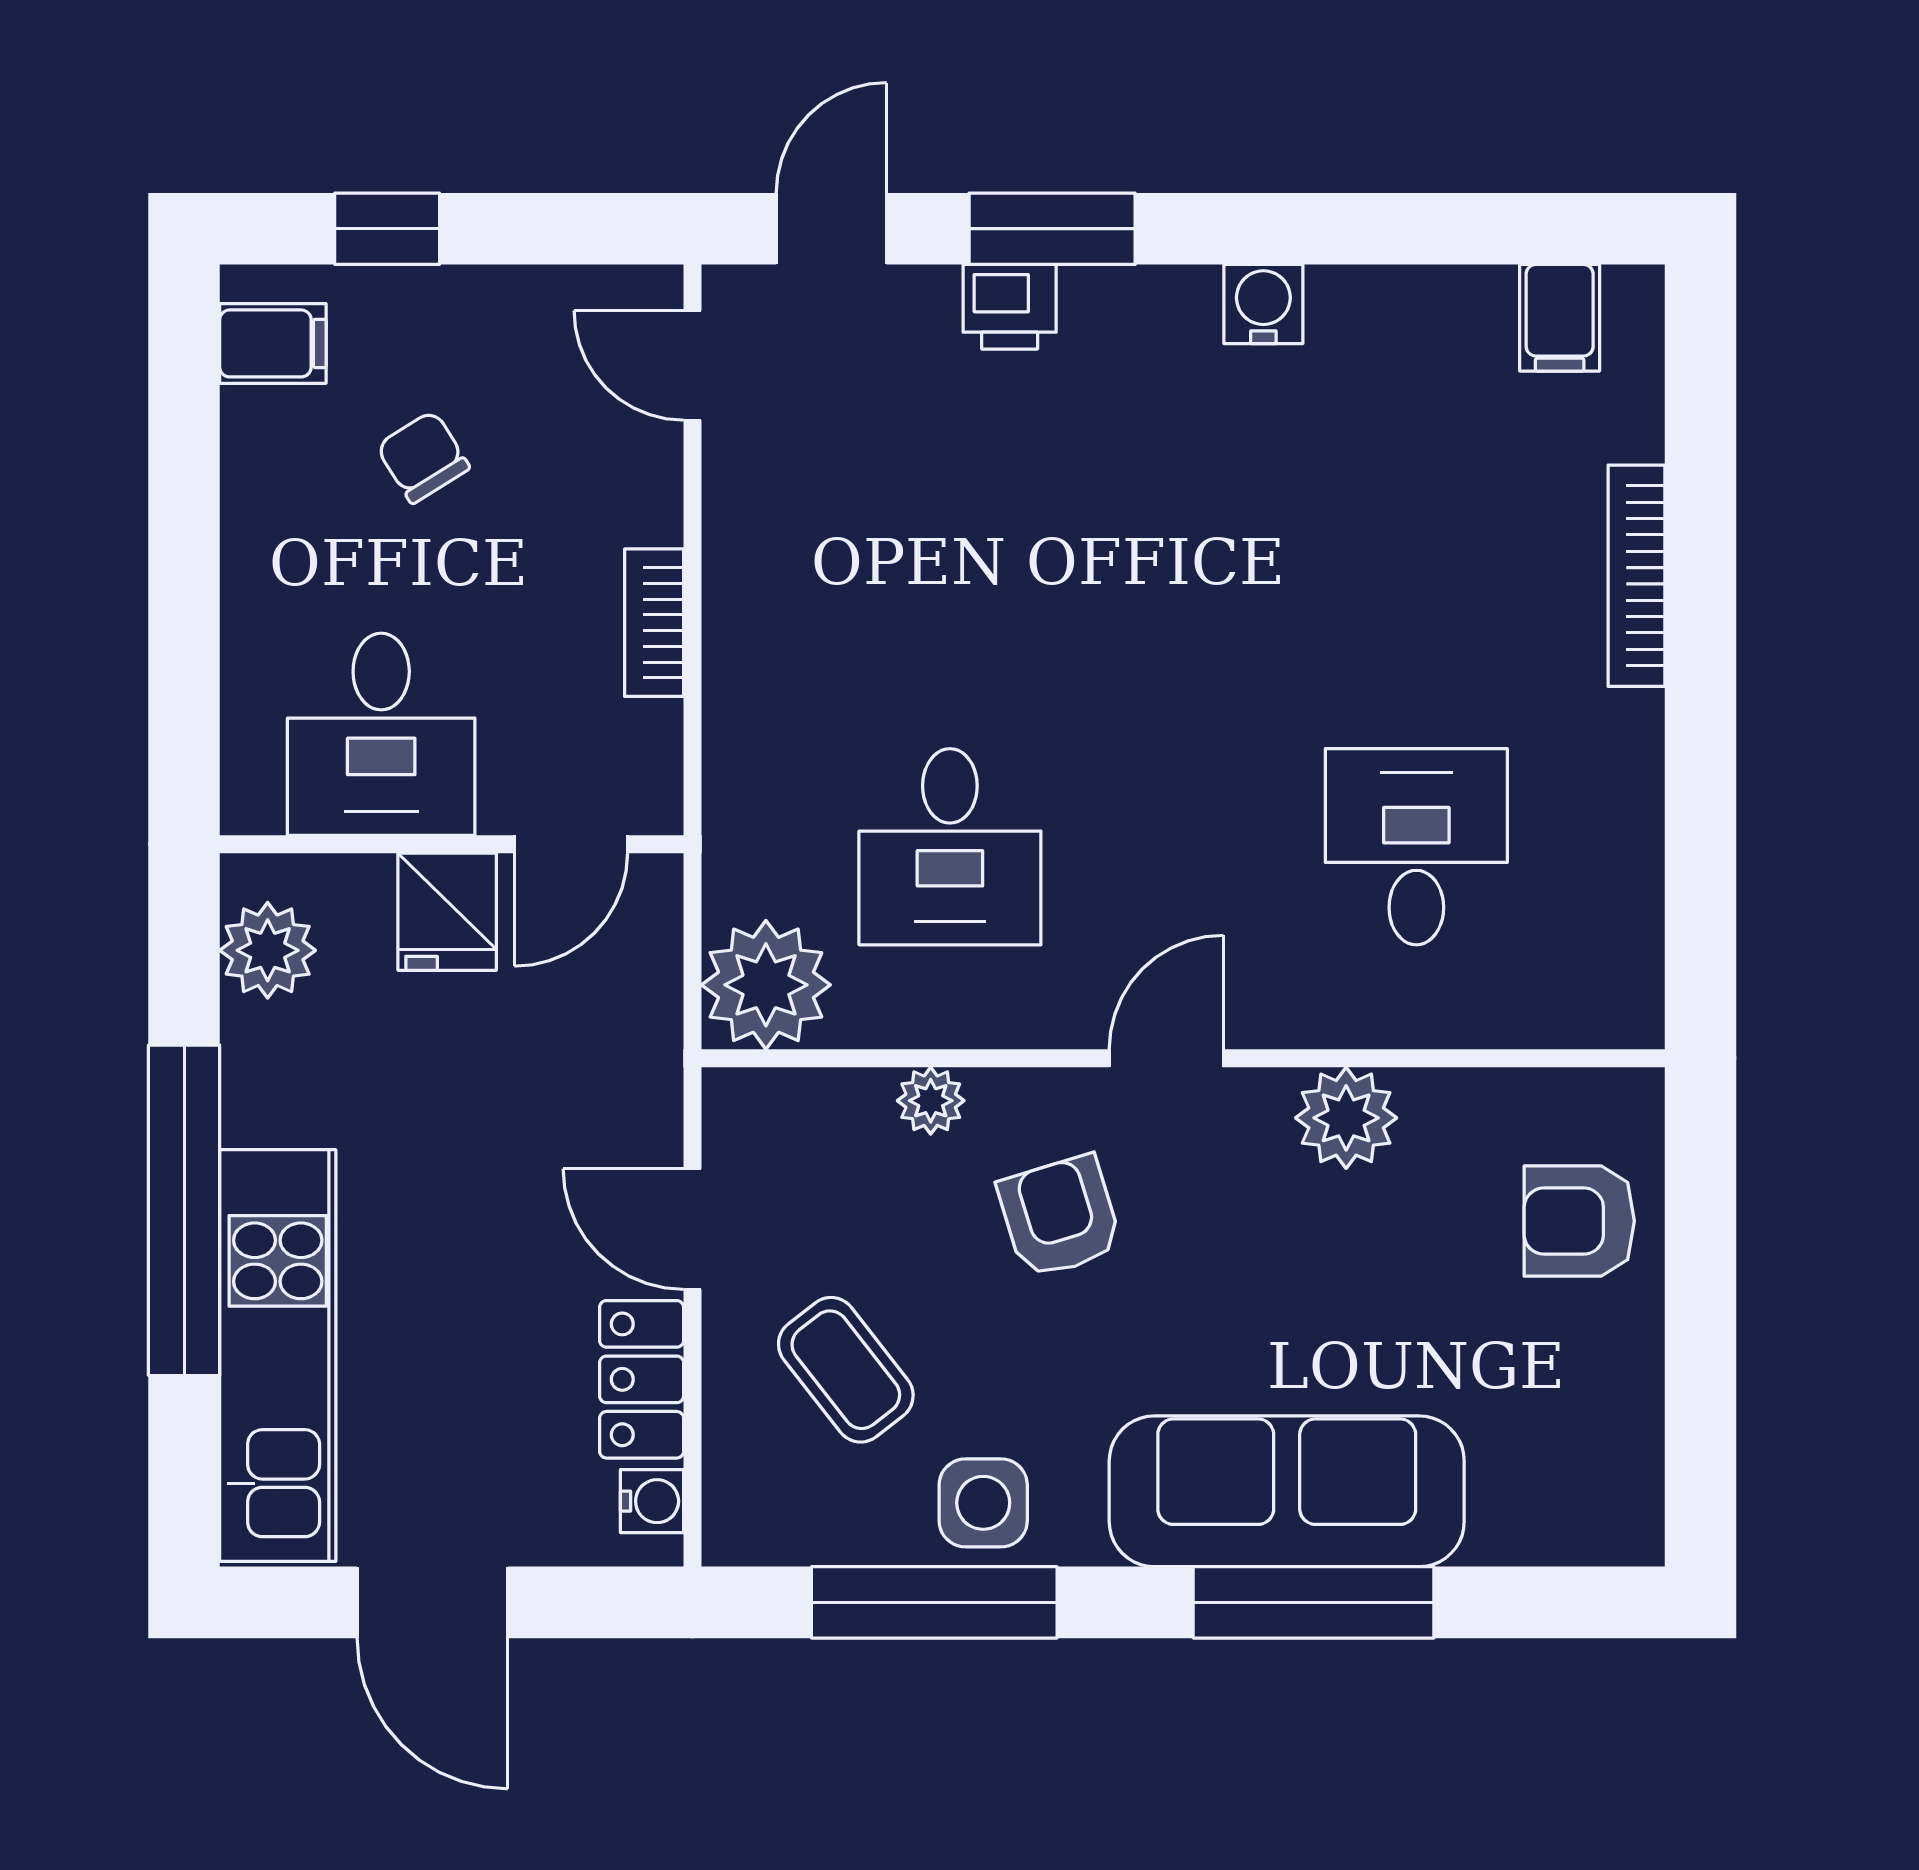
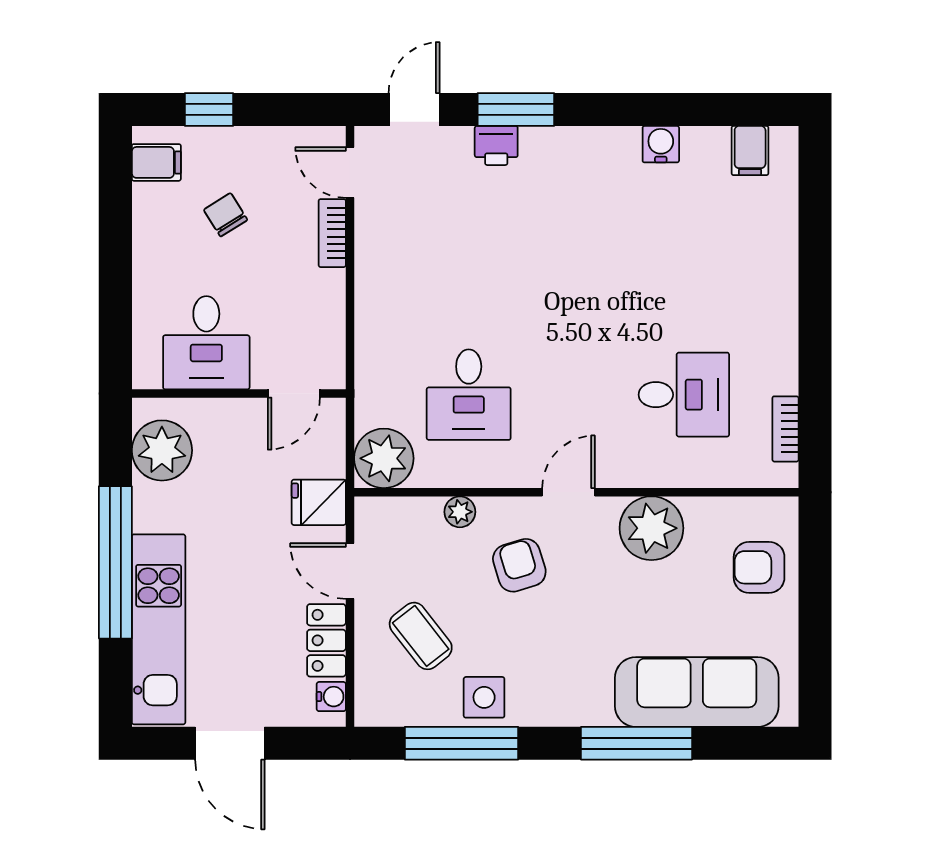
water cooler: (1263, 304) -> (661, 144), moved
bookcase: (1636, 576) -> (785, 429), moved, width x0.64
bookcase: (654, 623) -> (332, 233), moved
desk: (1416, 847) -> (684, 395), turned 90
fridge: (447, 912) -> (319, 502), moved, turned 90
plant: (268, 950) -> (162, 450), width x1.36, depth x1.36
plant: (1346, 1118) -> (651, 528), width x1.36, depth x1.36
sofa: (1287, 1491) -> (697, 692), moved

